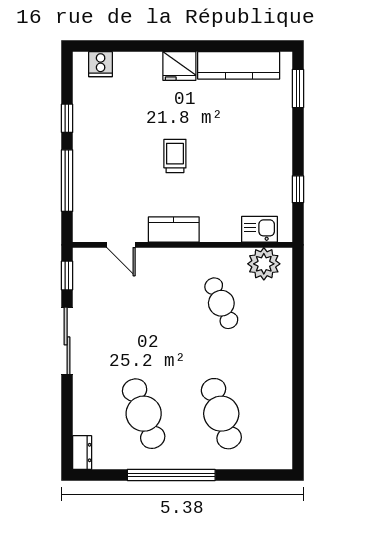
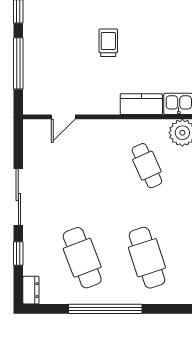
kitchen counter: (174, 229) -> (141, 104), moved
door: (121, 245) -> (63, 117), hinge flipped
window: (67, 275) -> (18, 253), moved

